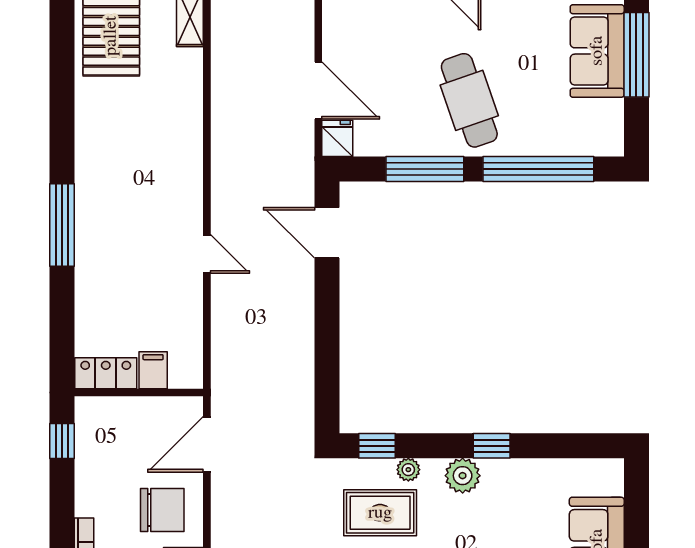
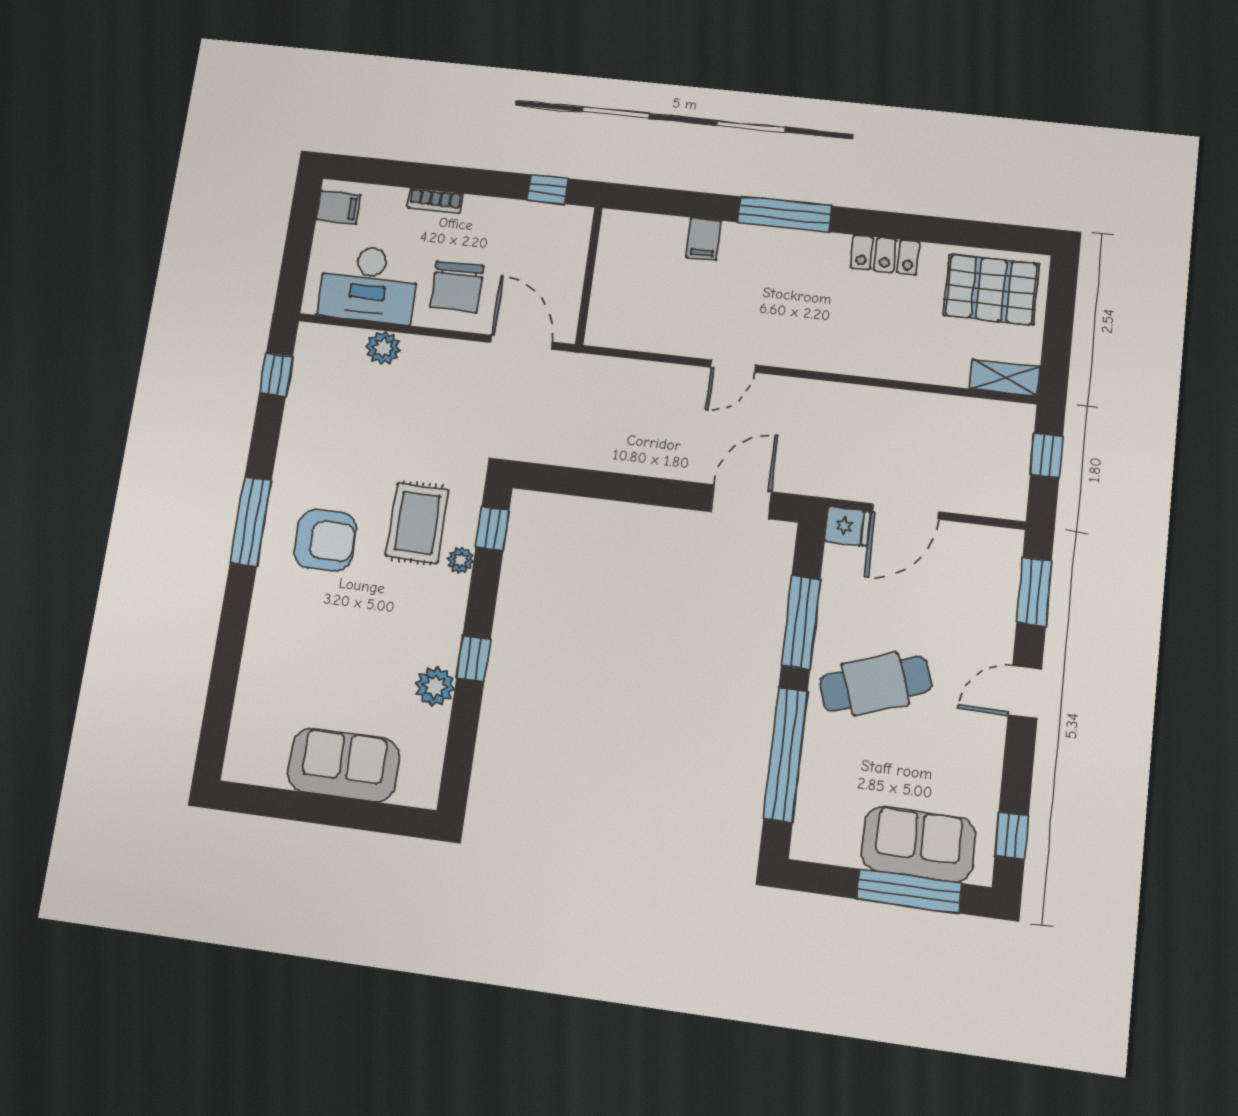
filing cabinet: (153, 370) -> (704, 239), moved, turned 90
locker: (106, 373) -> (885, 255), moved, turned 90
plant: (463, 476) -> (435, 686), moved

